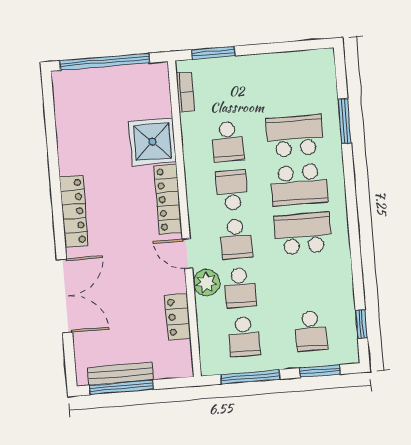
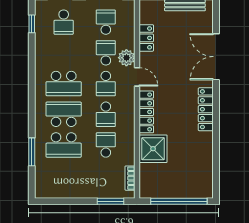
school desk: (236, 239) -> (106, 84), turned 180
school desk: (311, 331) -> (64, 22), turned 180

